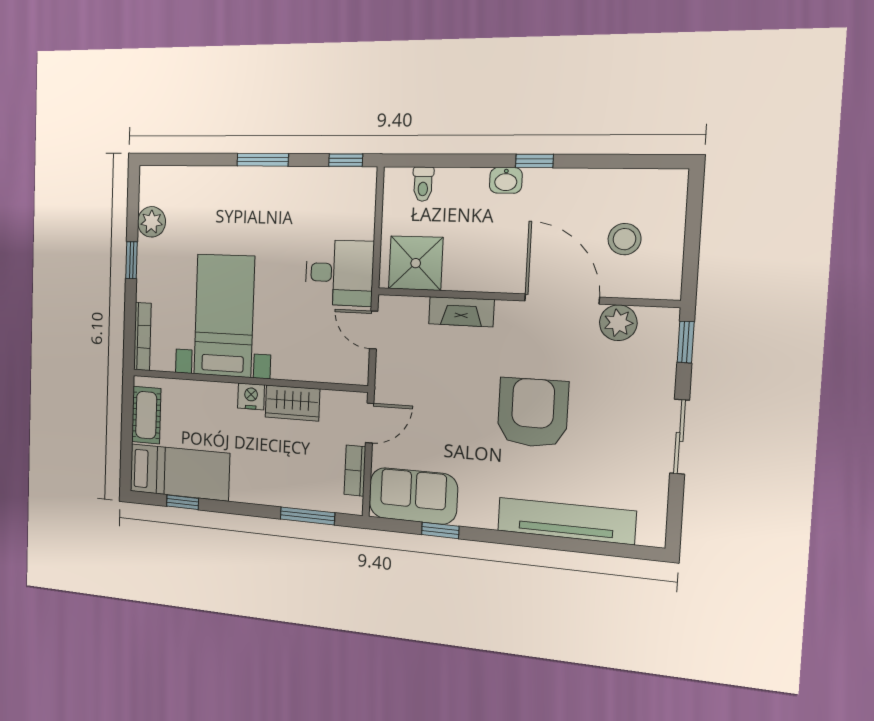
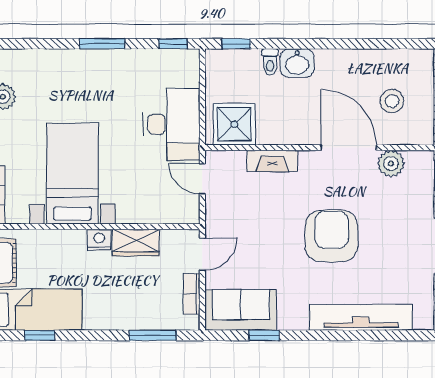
window: (534, 161) -> (236, 44), moved
washbasin: (506, 180) -> (297, 63), width x1.38, depth x1.45
toilet: (423, 184) -> (270, 62), moved
desk: (339, 273) -> (172, 124), width x1.37

